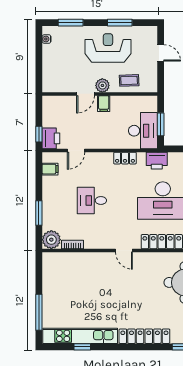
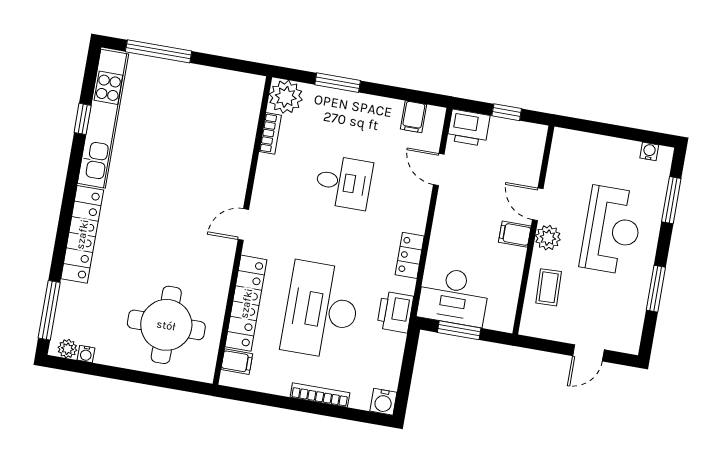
reception desk: (108, 48) -> (612, 230), moved
window: (39, 134) -> (507, 112), moved
desk: (92, 200) -> (344, 182), turned 90

